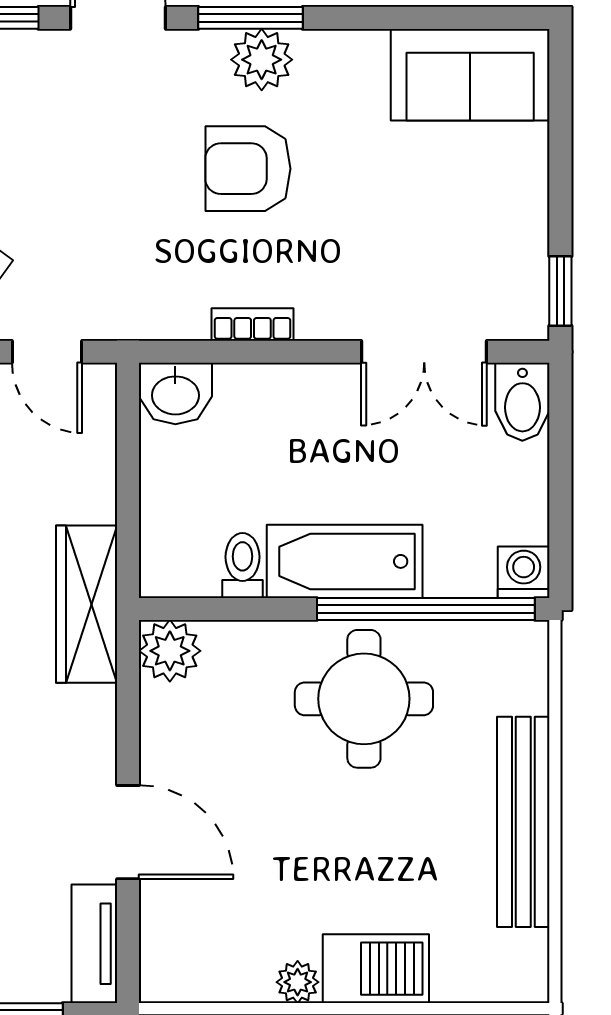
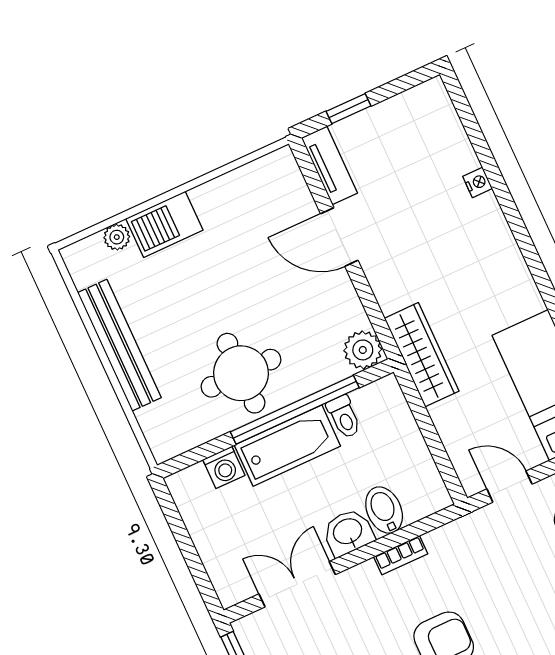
washbasin: (175, 394) -> (348, 532), moved
bidet: (522, 402) -> (384, 510), moved
washing machine: (524, 572) -> (224, 467), moved
window: (426, 609) -> (295, 410), moved
plant: (298, 982) -> (117, 237), moved

